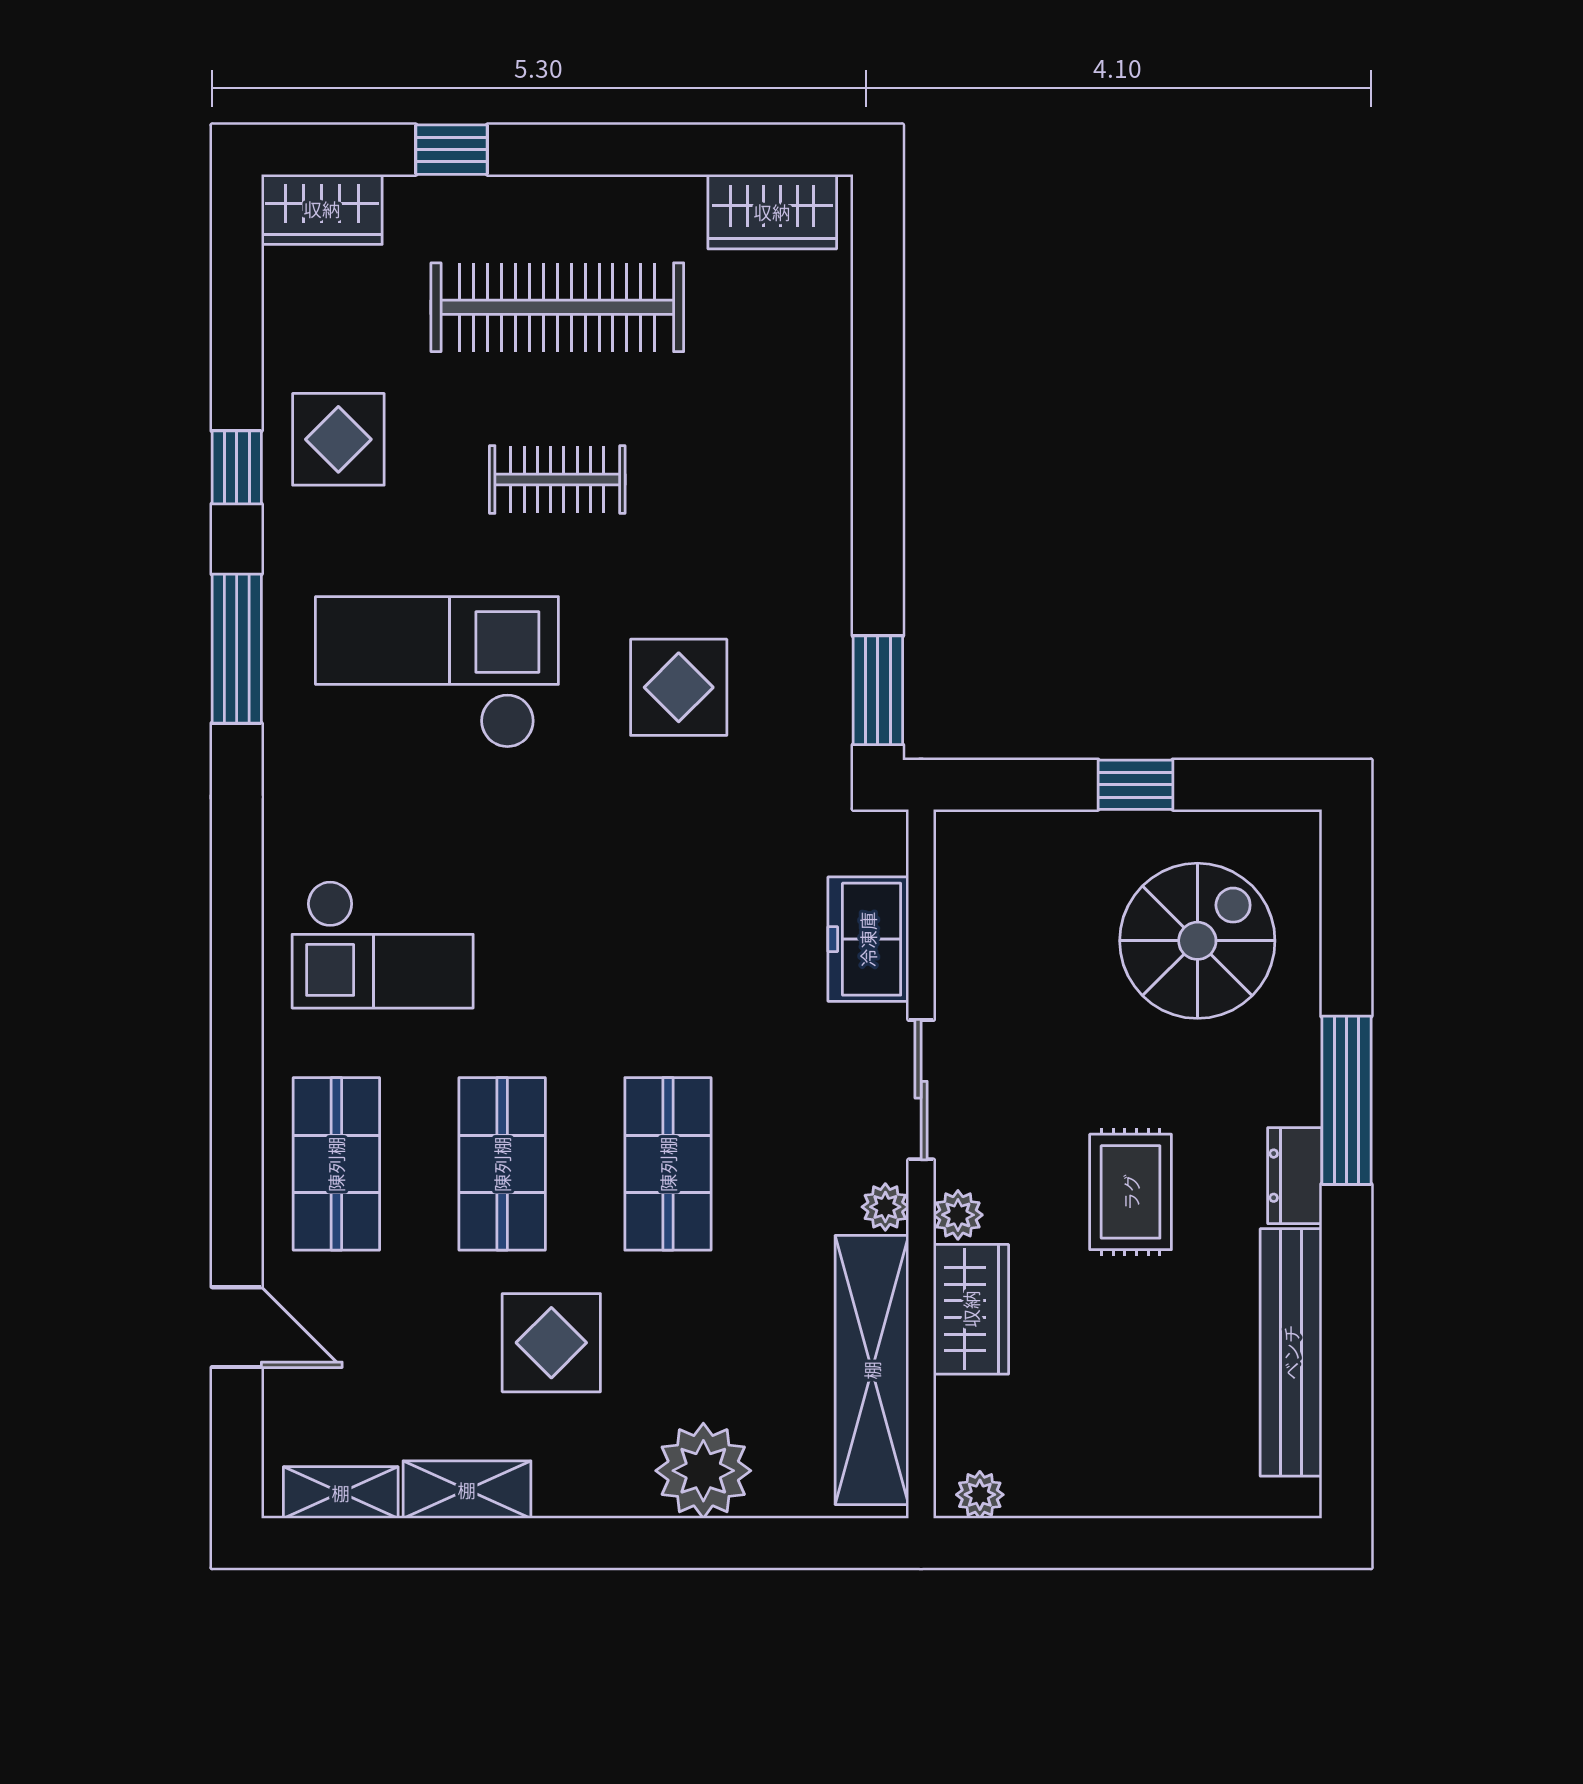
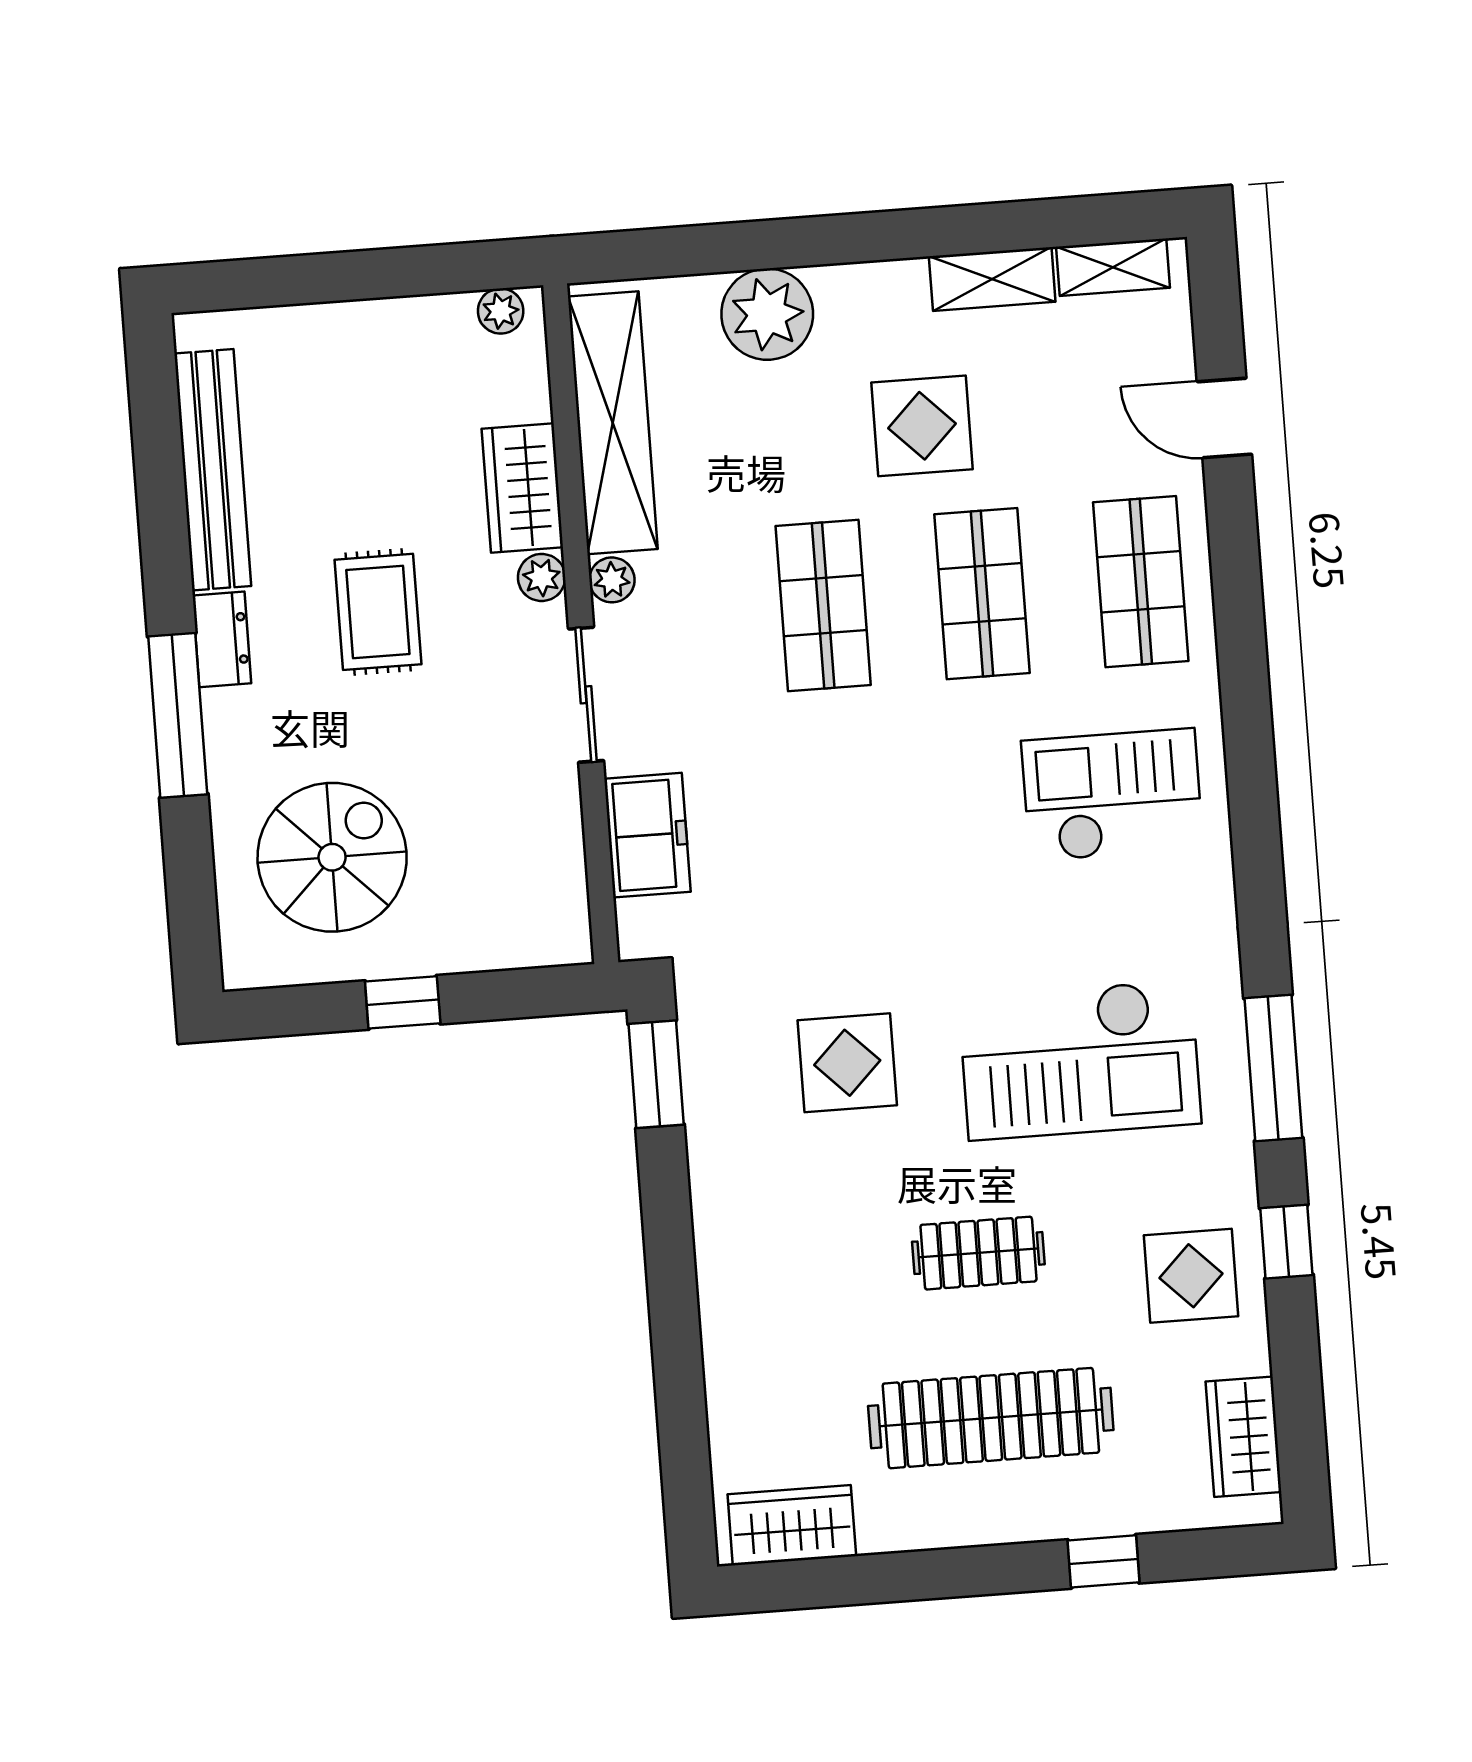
wardrobe: (322, 209) -> (1244, 1437), moved, turned -90
spiral stairs: (1197, 941) -> (332, 857), turned 180

